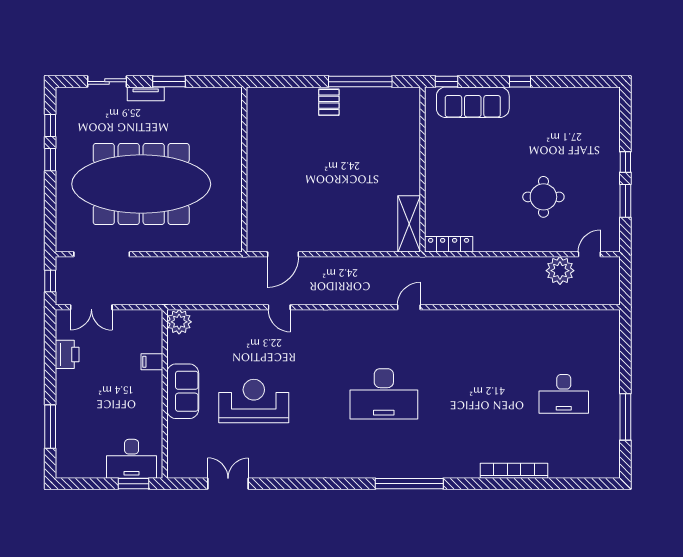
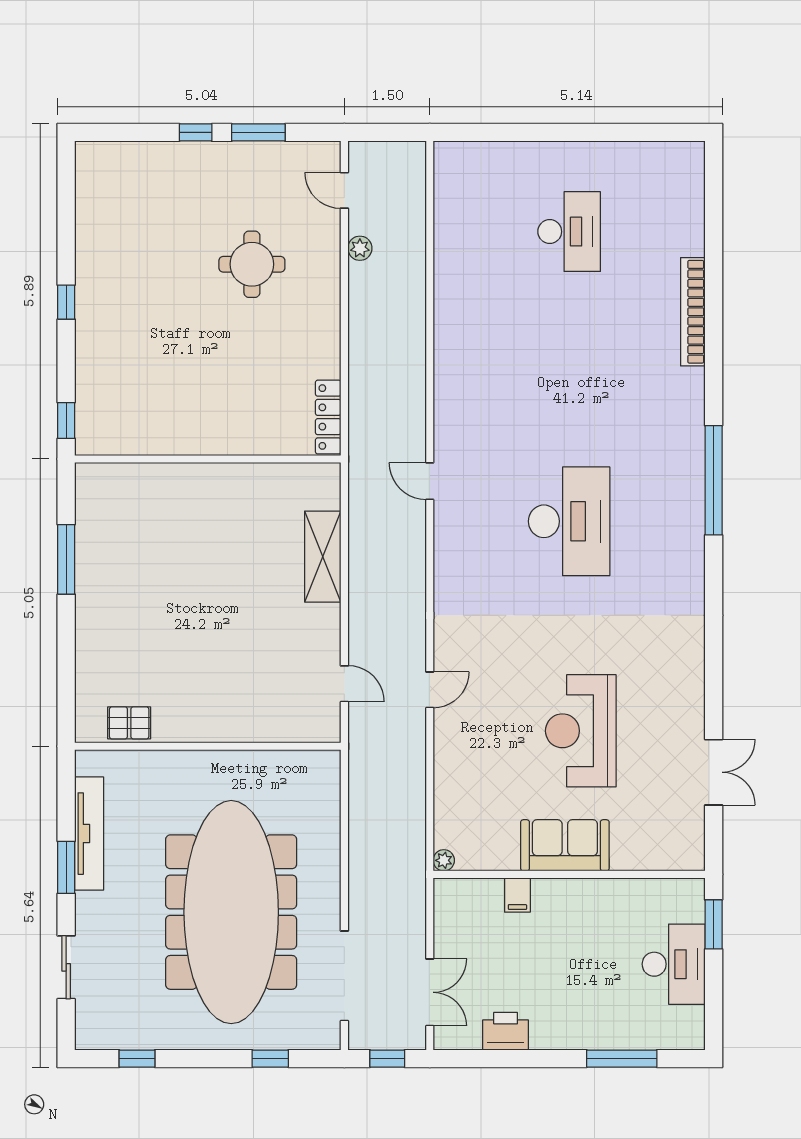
window: (360, 82) -> (66, 559), width x0.68
tv unit: (146, 94) -> (89, 834), moved, width x1.92, depth x1.29
pallet: (329, 102) -> (129, 723), moved
sofa: (473, 102) -> (99, 378), removed
window: (50, 160) -> (270, 1059), moved
shelving: (409, 224) -> (323, 557), moved, turned 90
door: (283, 254) -> (344, 684), width x0.73
plant: (560, 271) -> (360, 248), width x0.53, depth x0.53
plant: (179, 322) -> (444, 860), width x0.53, depth x0.53
window: (625, 417) -> (606, 132), removed
desk: (132, 459) -> (674, 964), moved
double door: (228, 484) -> (714, 772), swing flipped

